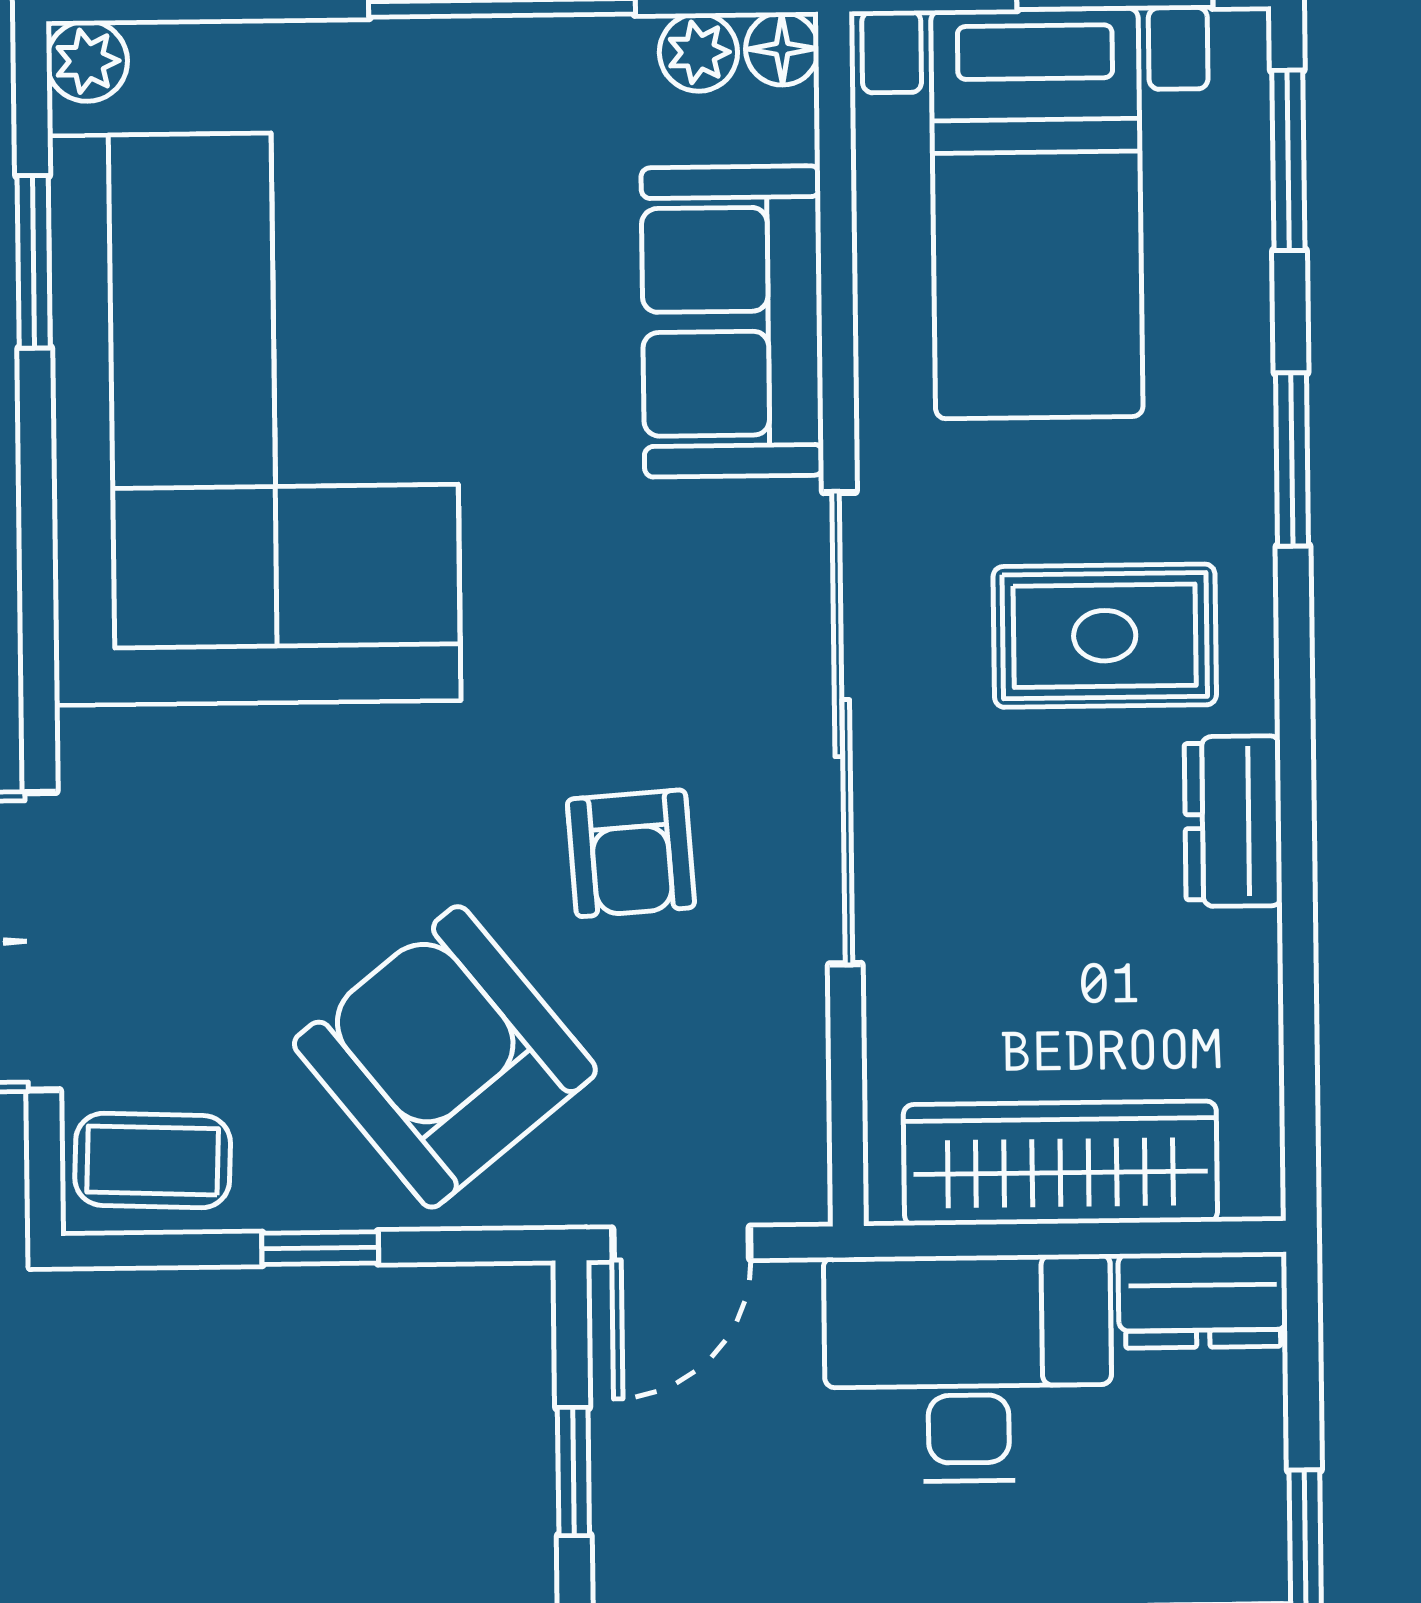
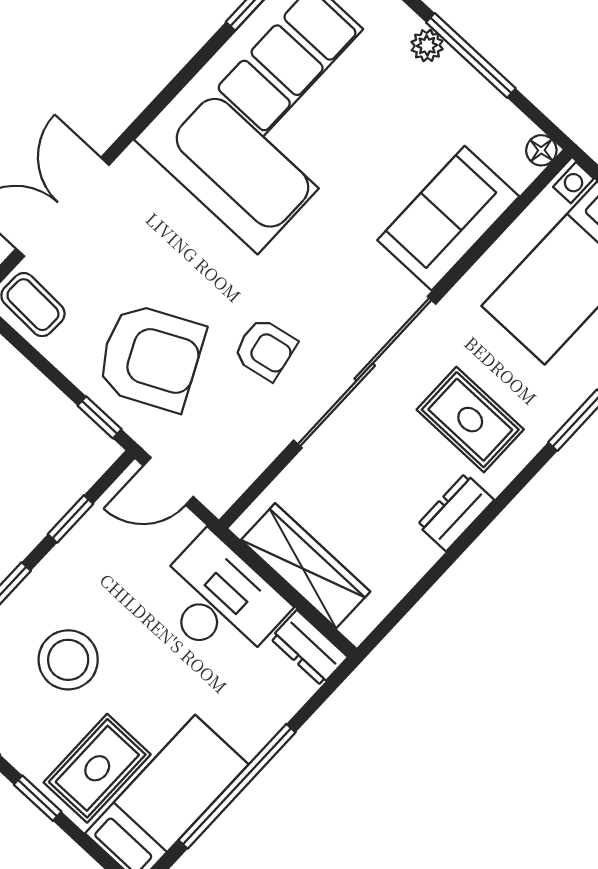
plant: (698, 52) -> (427, 46), moved
armchair: (631, 853) -> (265, 349), turned -97
armchair: (445, 1057) -> (151, 357), turned 103
window: (320, 1248) -> (100, 417), moved

